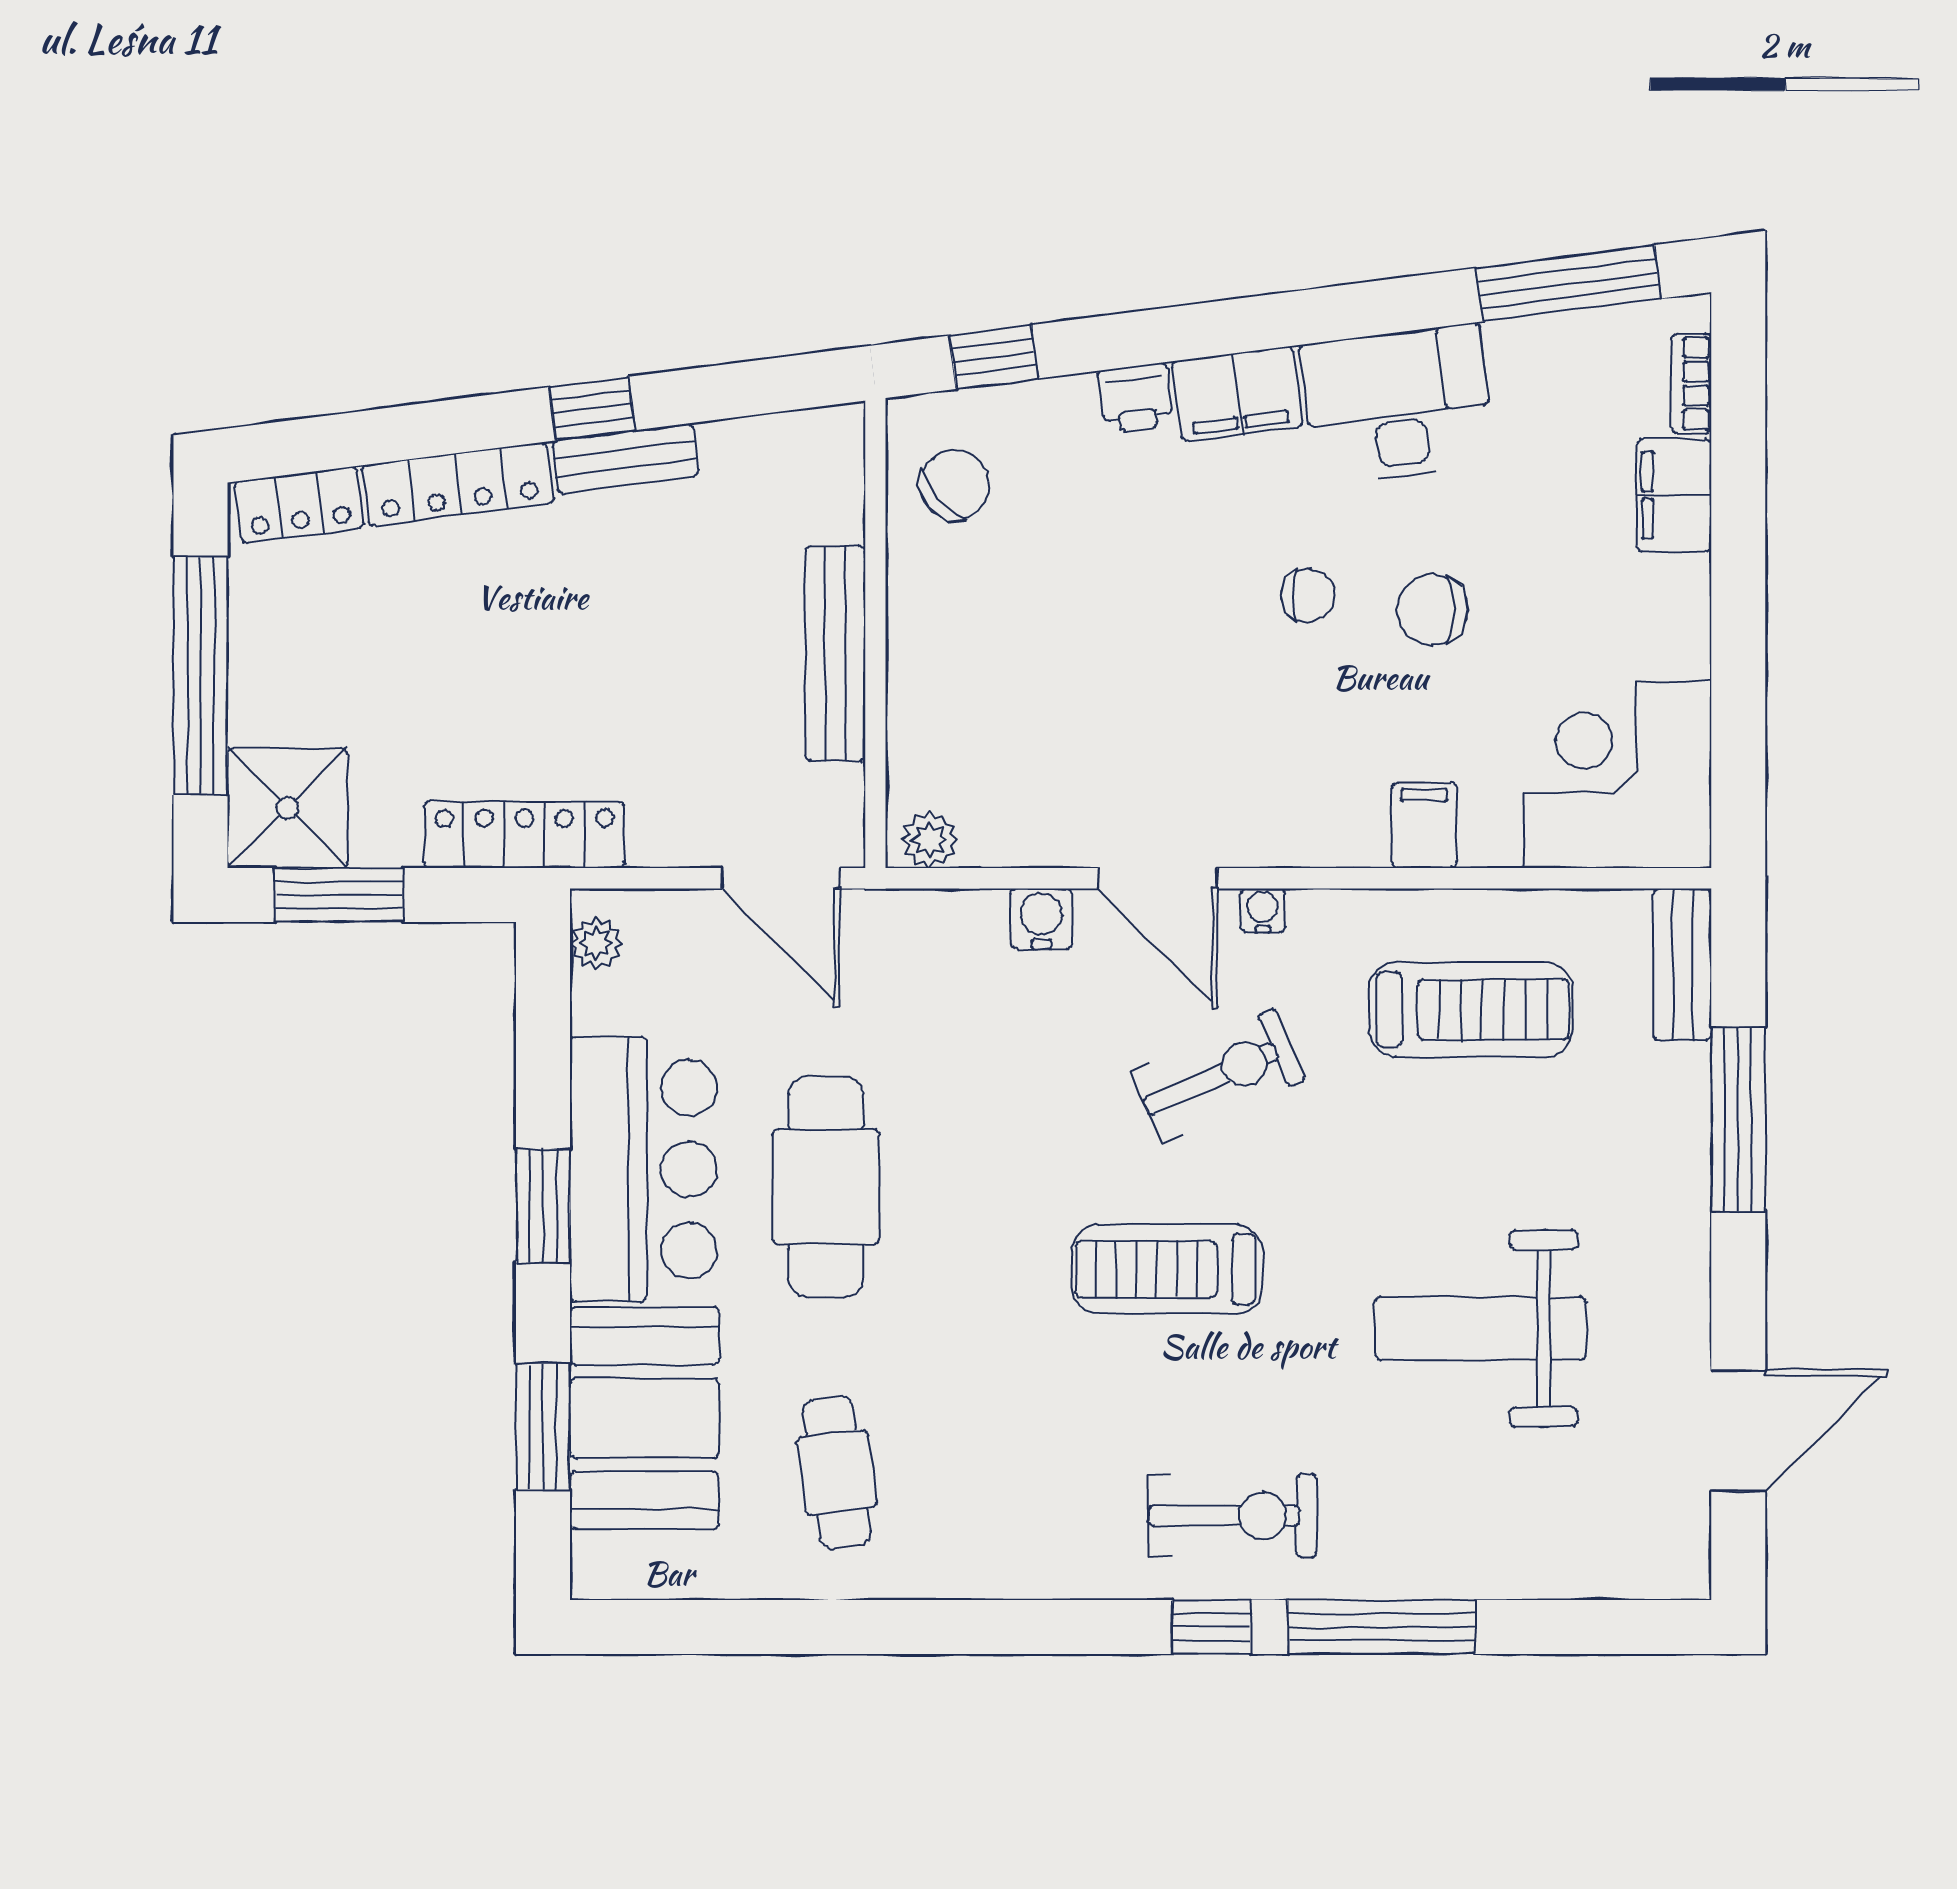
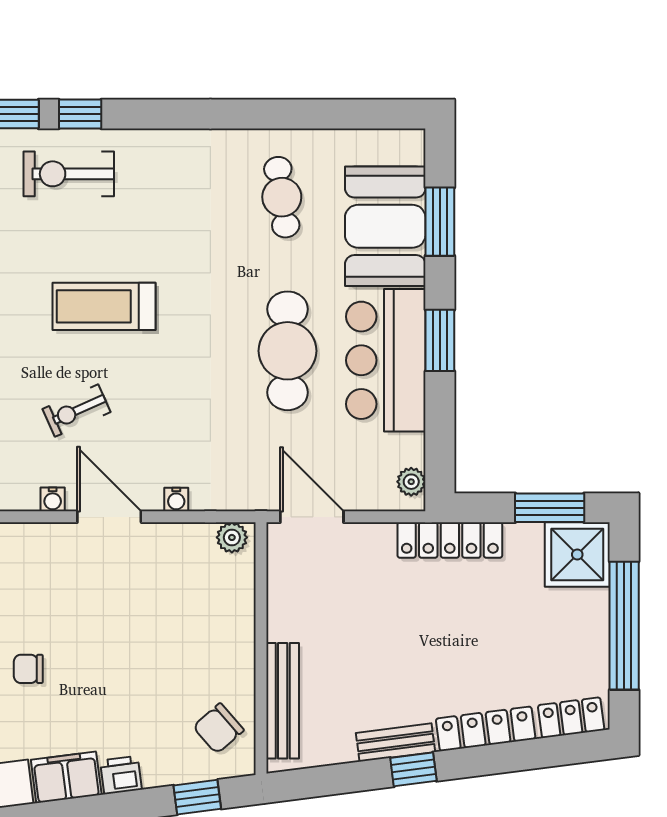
bench: (835, 653) -> (283, 701), moved
water cooler: (1041, 919) -> (176, 500), width x0.72, depth x0.72
exercise bike: (1218, 1076) -> (77, 411), width x0.73, depth x0.72
treadmill: (1167, 1269) -> (104, 306), turned 180

